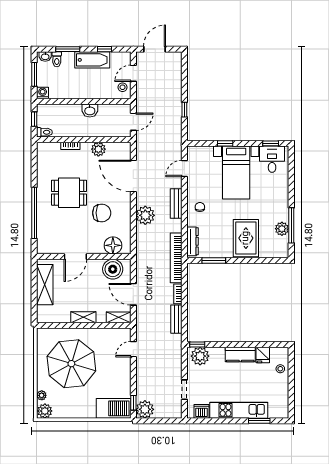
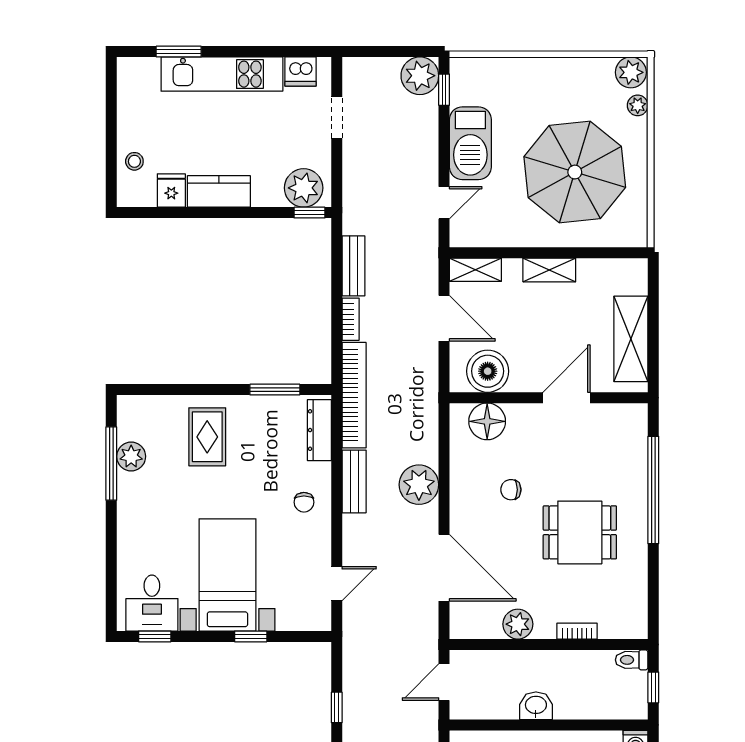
bench: (176, 203) -> (354, 481), moved
chair: (102, 213) -> (511, 490), width x0.54, depth x0.54
rug: (246, 238) -> (207, 437), width x0.73, depth x0.70
barbecue: (114, 408) -> (470, 143), moved, turned -90

